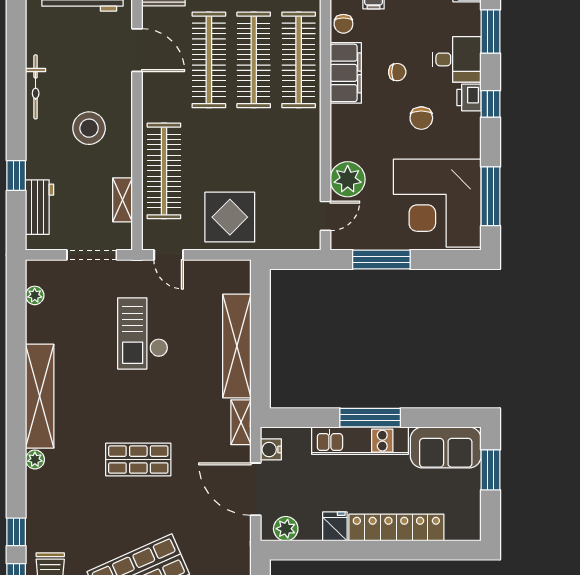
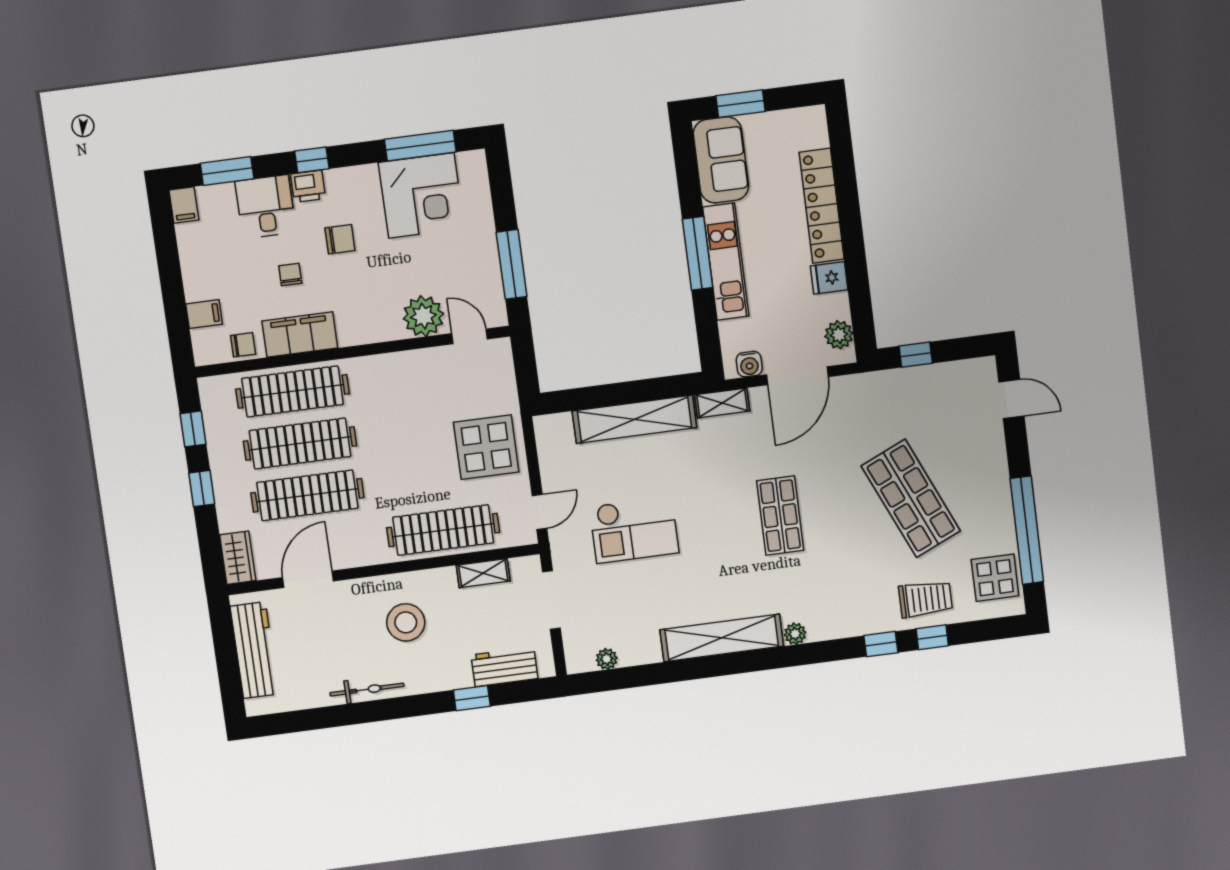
corner desk: (437, 203) -> (421, 195), width x0.74, depth x0.74

